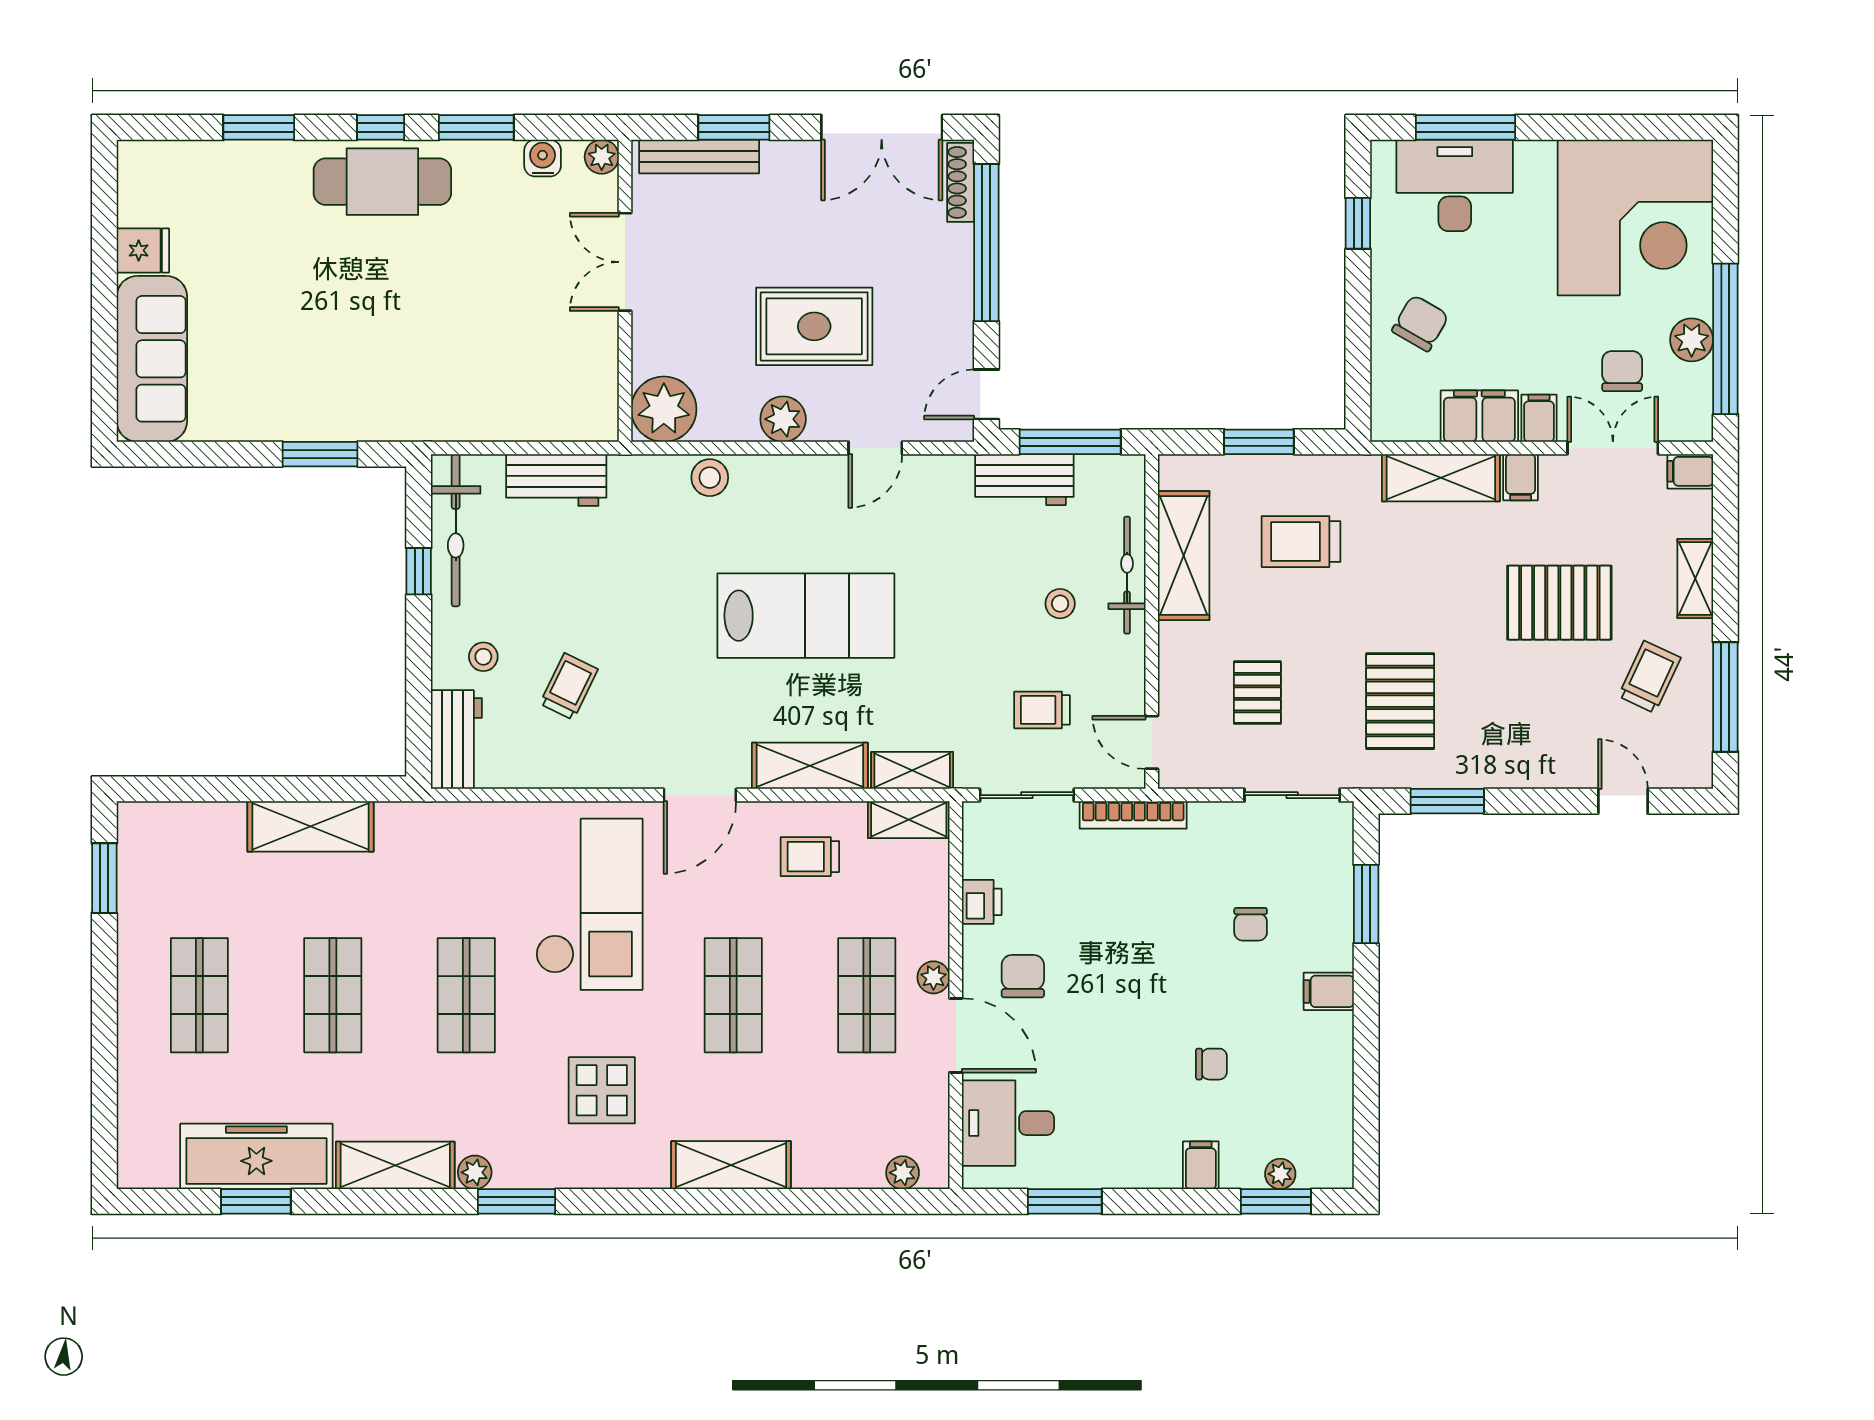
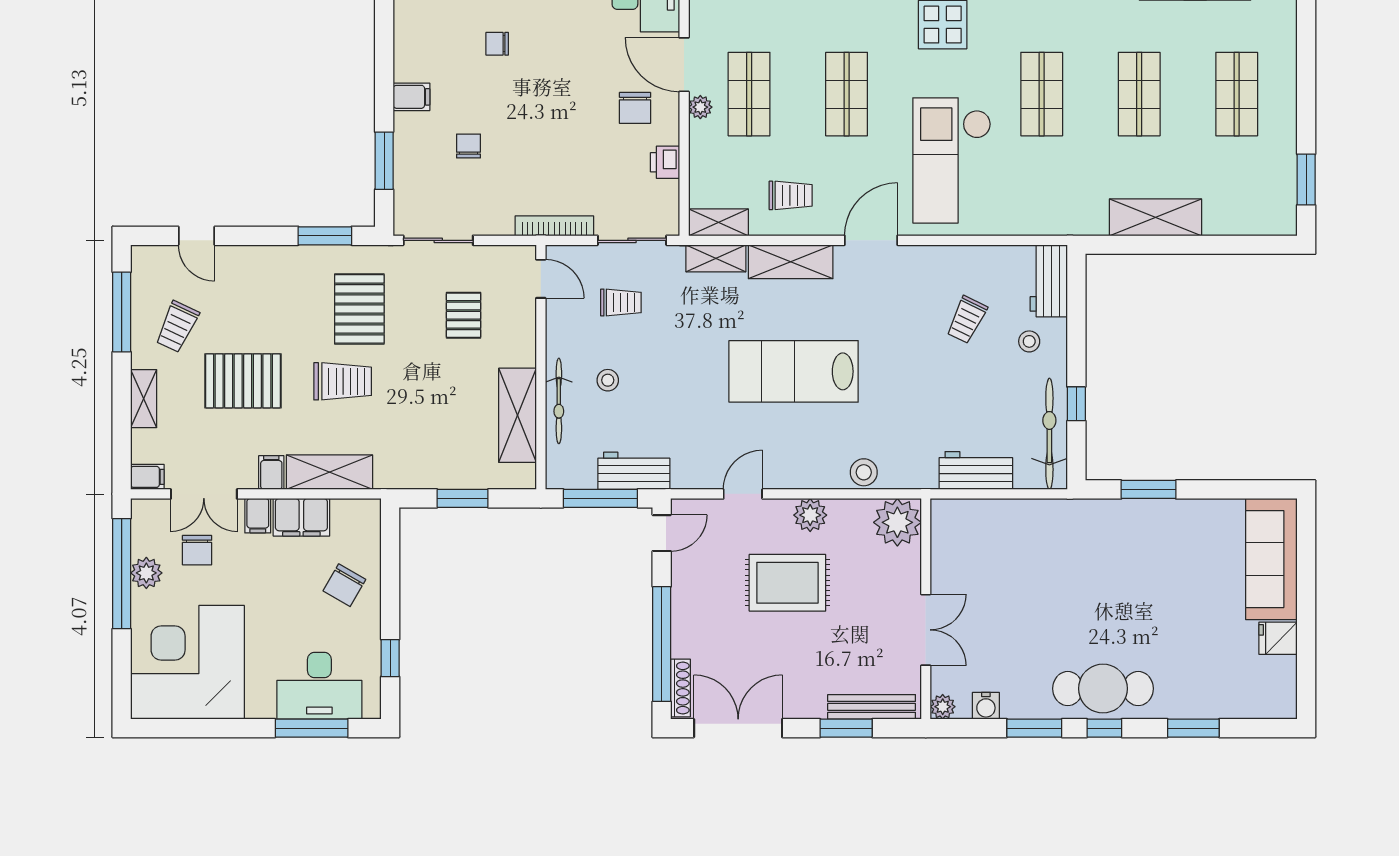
trolley: (1301, 542) -> (343, 381), moved

